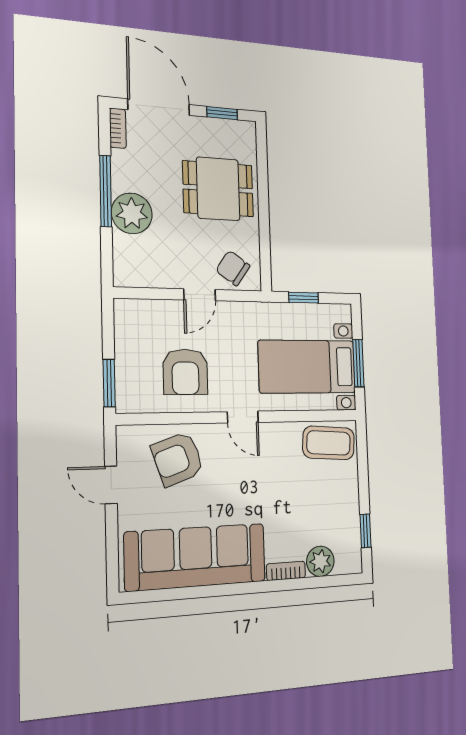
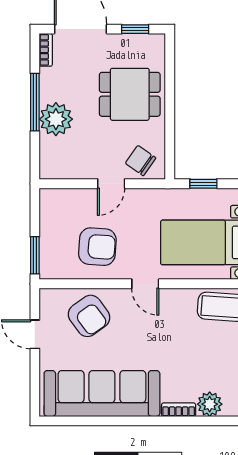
armchair: (185, 372) -> (97, 247), turned -86
armchair: (178, 459) -> (89, 316), turned -107

